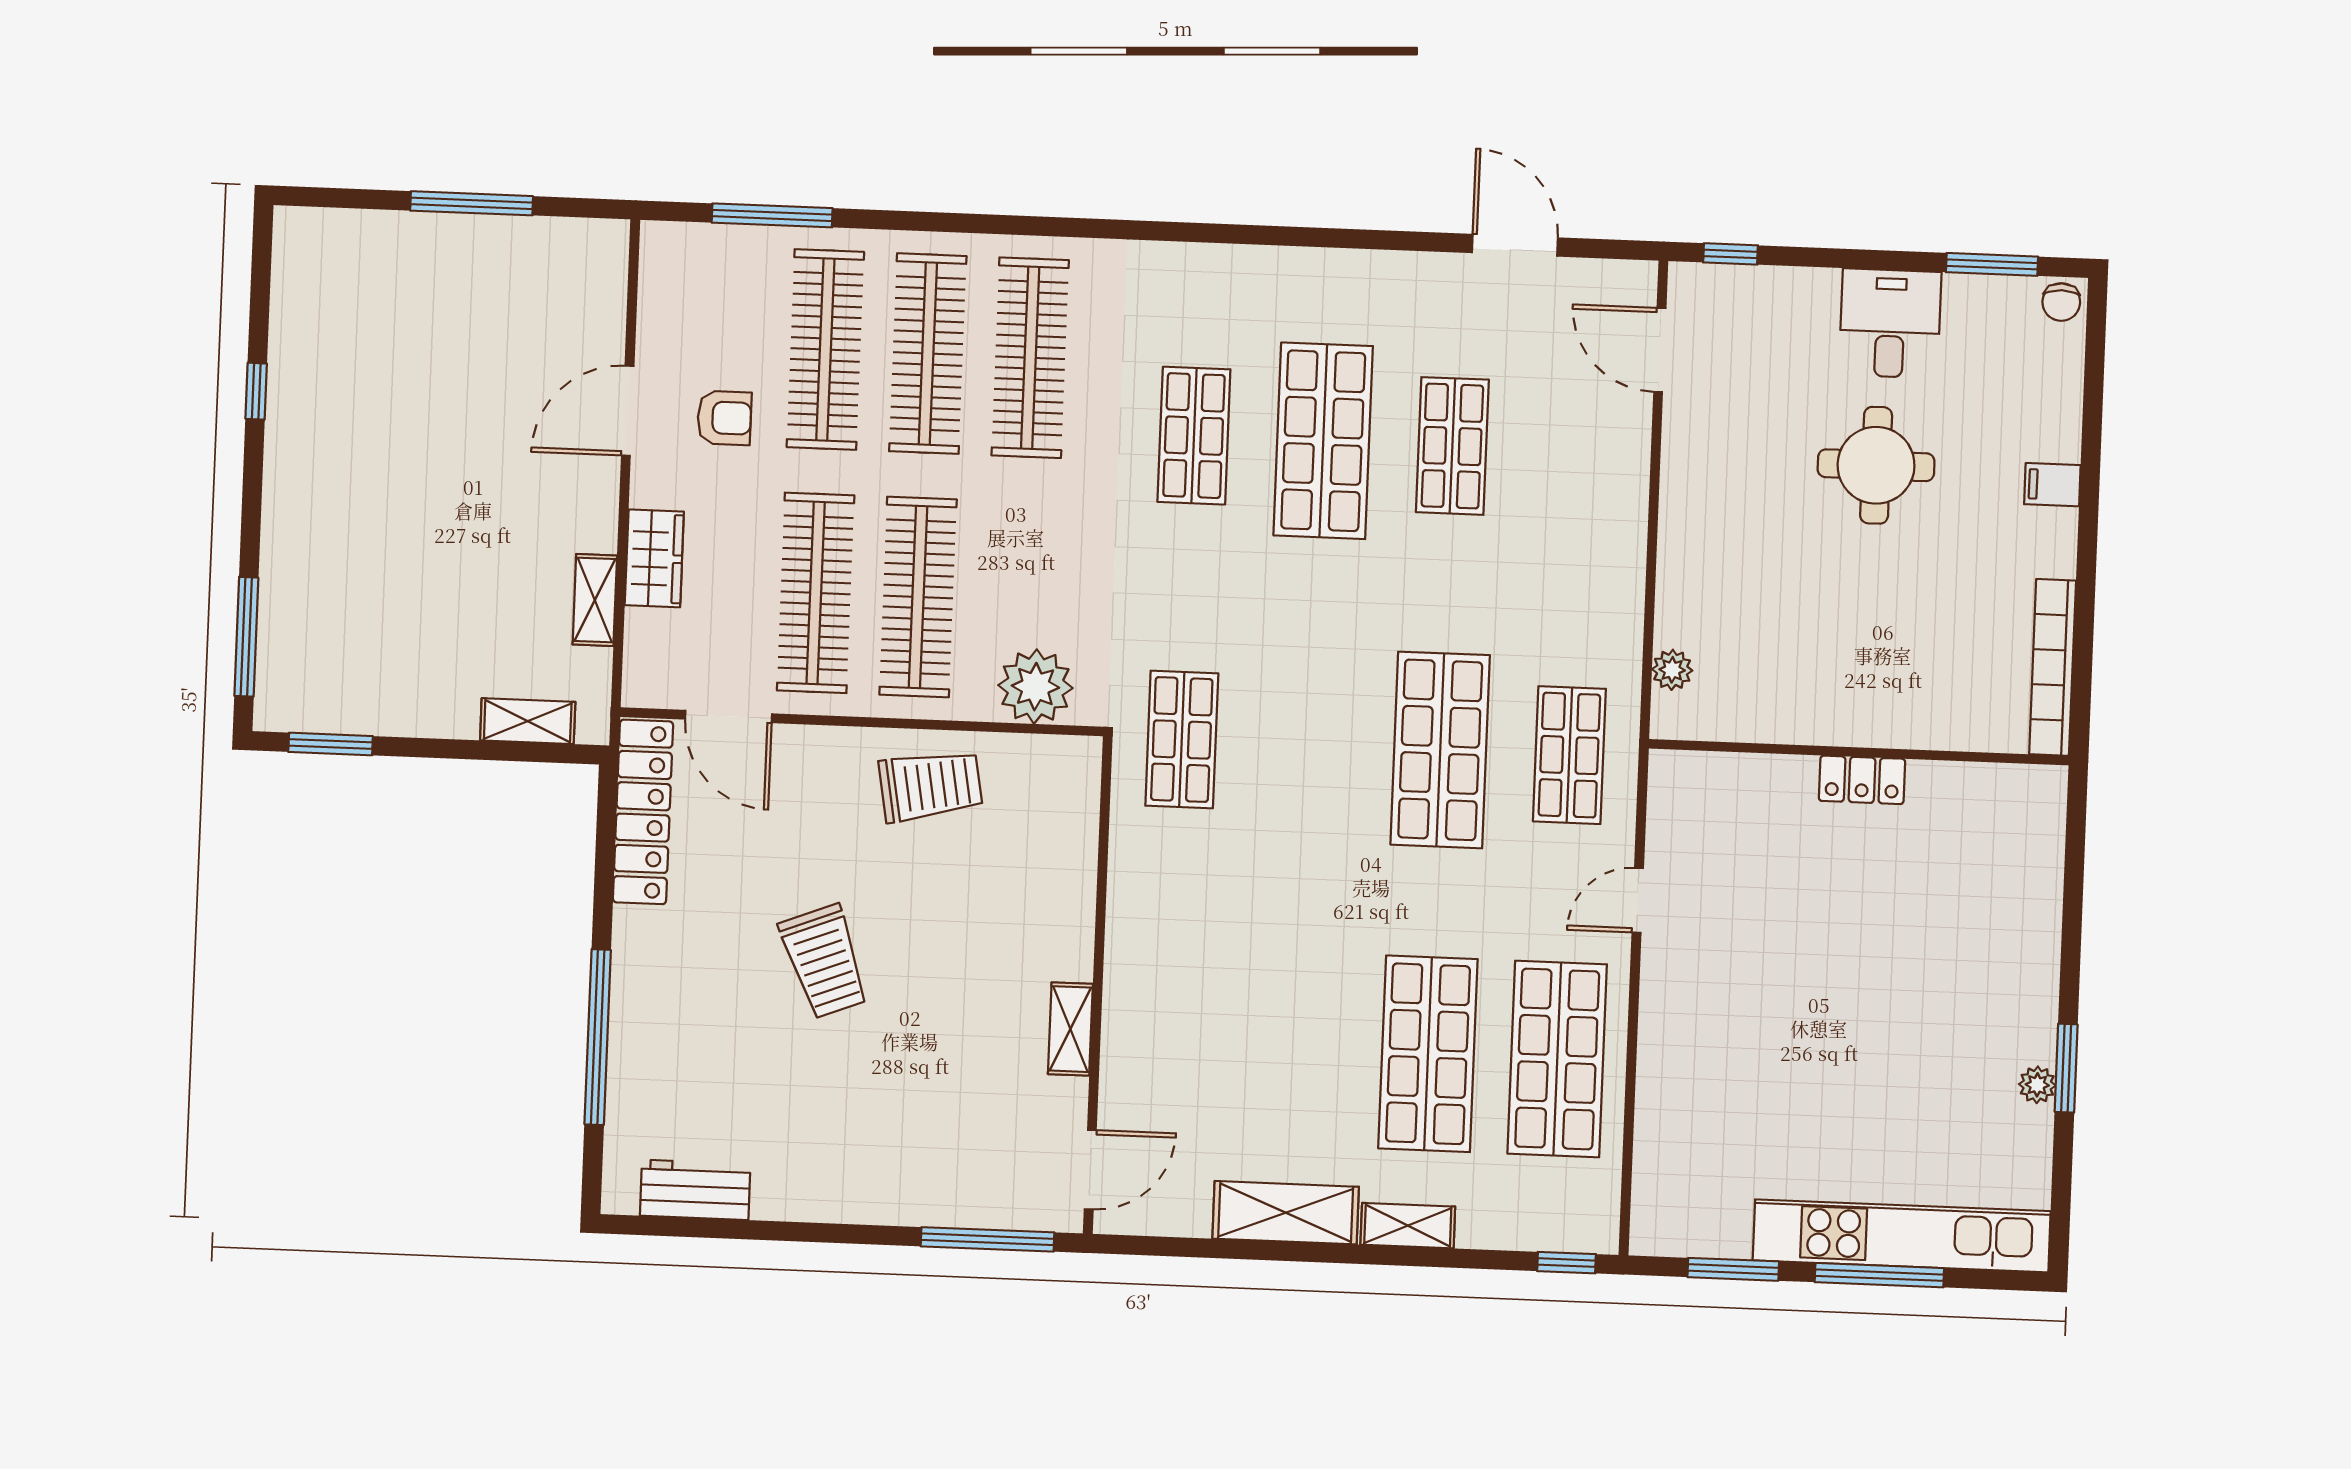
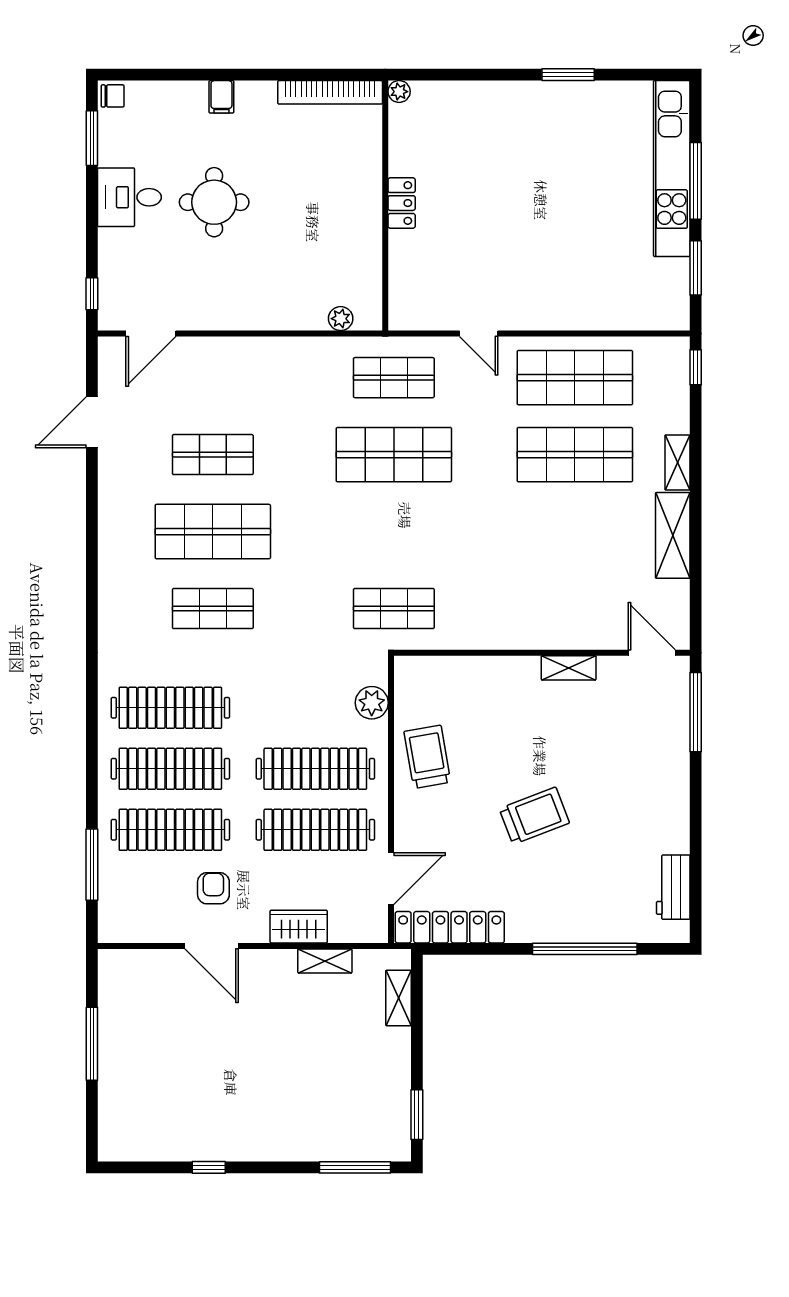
plant: (1035, 687) -> (372, 703), width x0.73, depth x0.73
plant: (2037, 1085) -> (399, 92), moved

